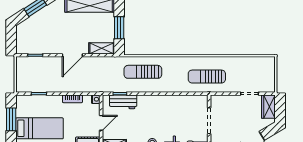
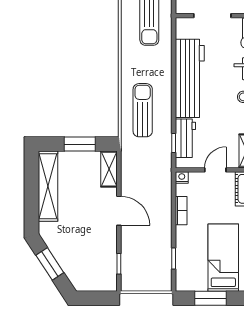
sun lounger: (143, 72) -> (143, 110), turned 180
workbench: (165, 105) -> (190, 78), added
door: (101, 123) -> (215, 170), hinge flipped

